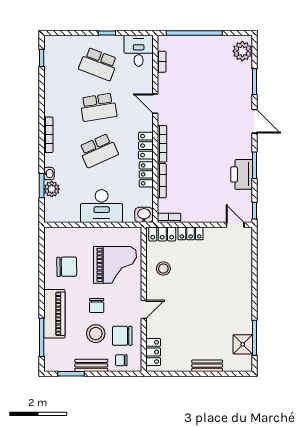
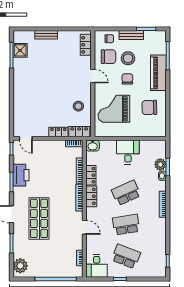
shop shelf: (217, 116) -> (39, 218), added
desk: (102, 206) -> (128, 152), width x0.73
door: (144, 309) -> (93, 76), swing flipped

